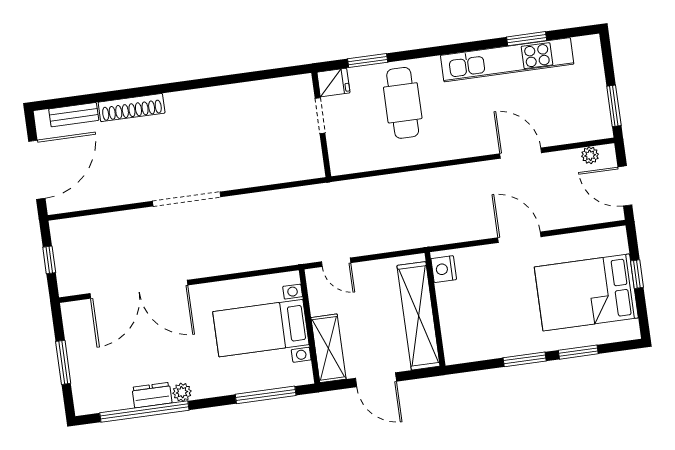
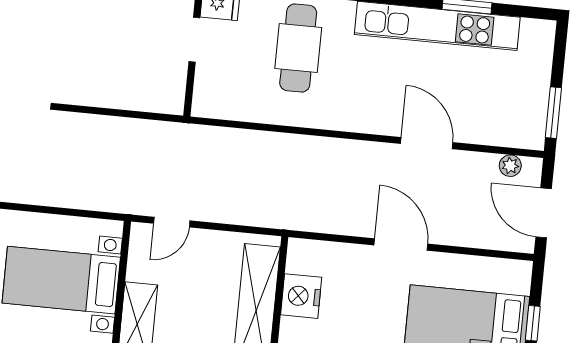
door: (336, 262) -> (172, 222), hinge flipped
nightstand: (444, 269) -> (301, 296), moved, width x1.36, depth x1.33

